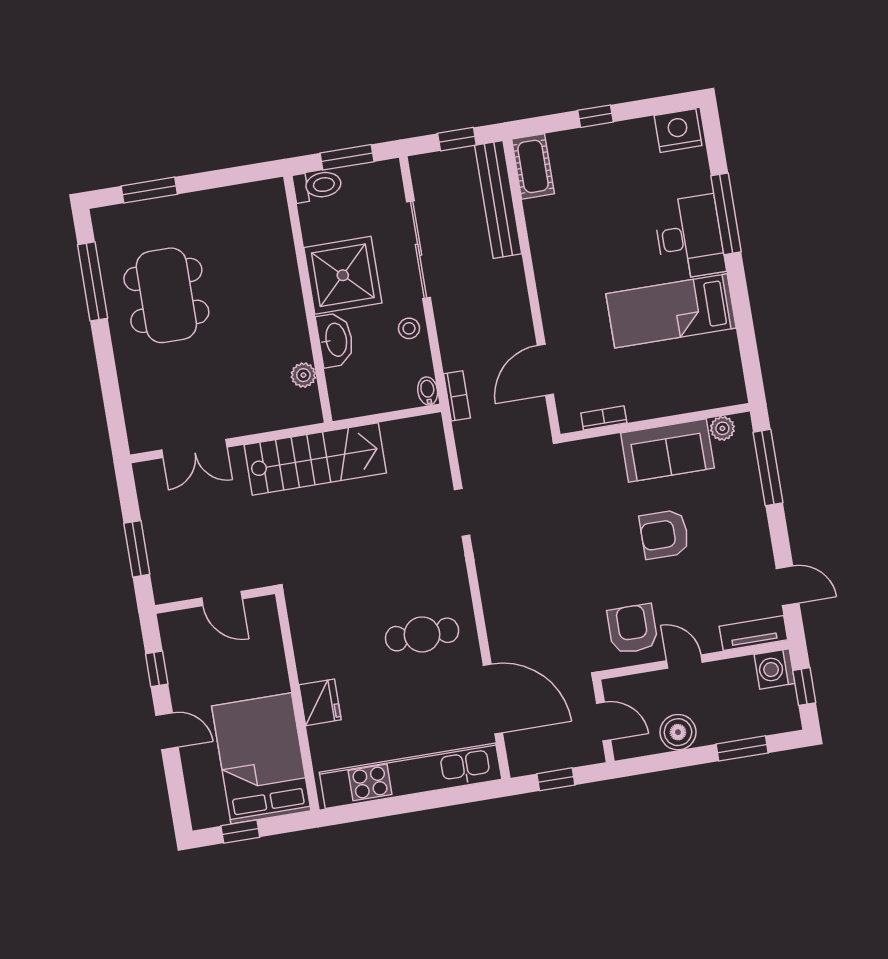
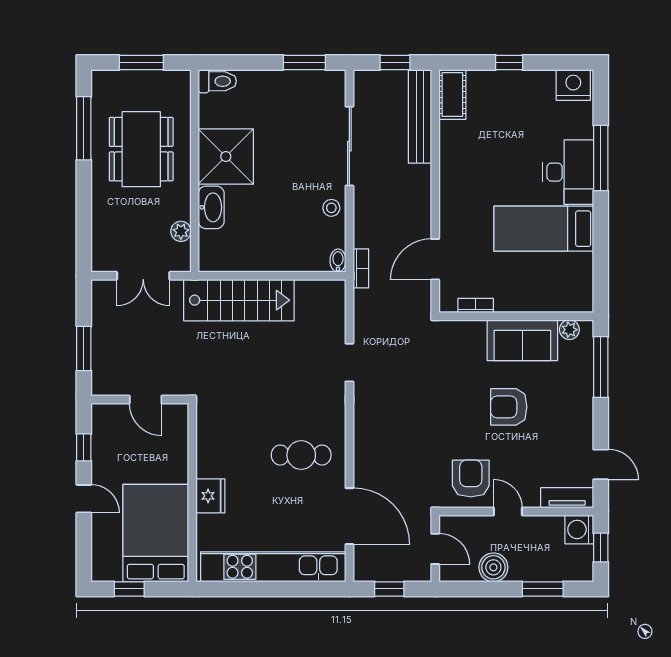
toilet: (317, 186) -> (217, 81), moved
shower: (343, 275) -> (226, 157), moved
wall: (308, 299) -> (195, 171), moved
washbasin: (335, 340) -> (211, 207), moved
plant: (303, 375) -> (181, 231), moved

